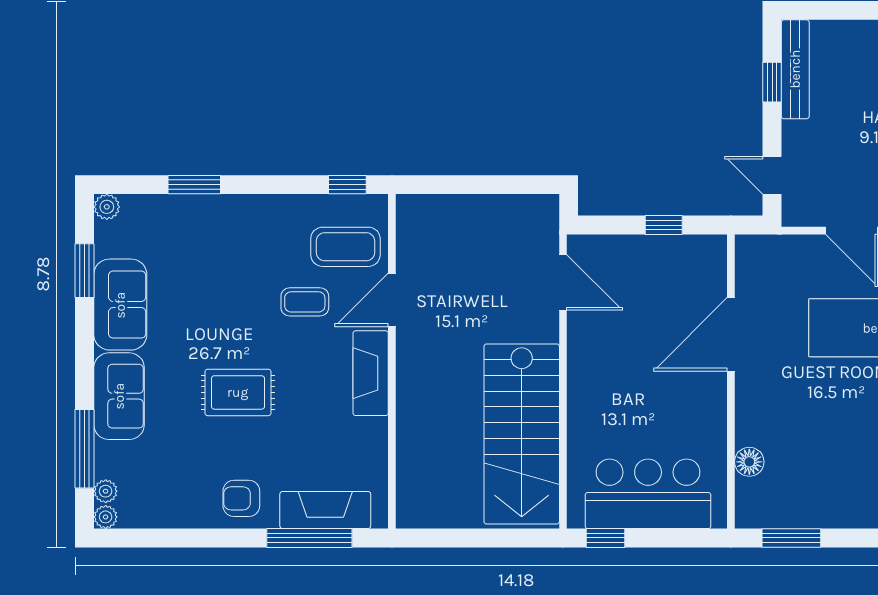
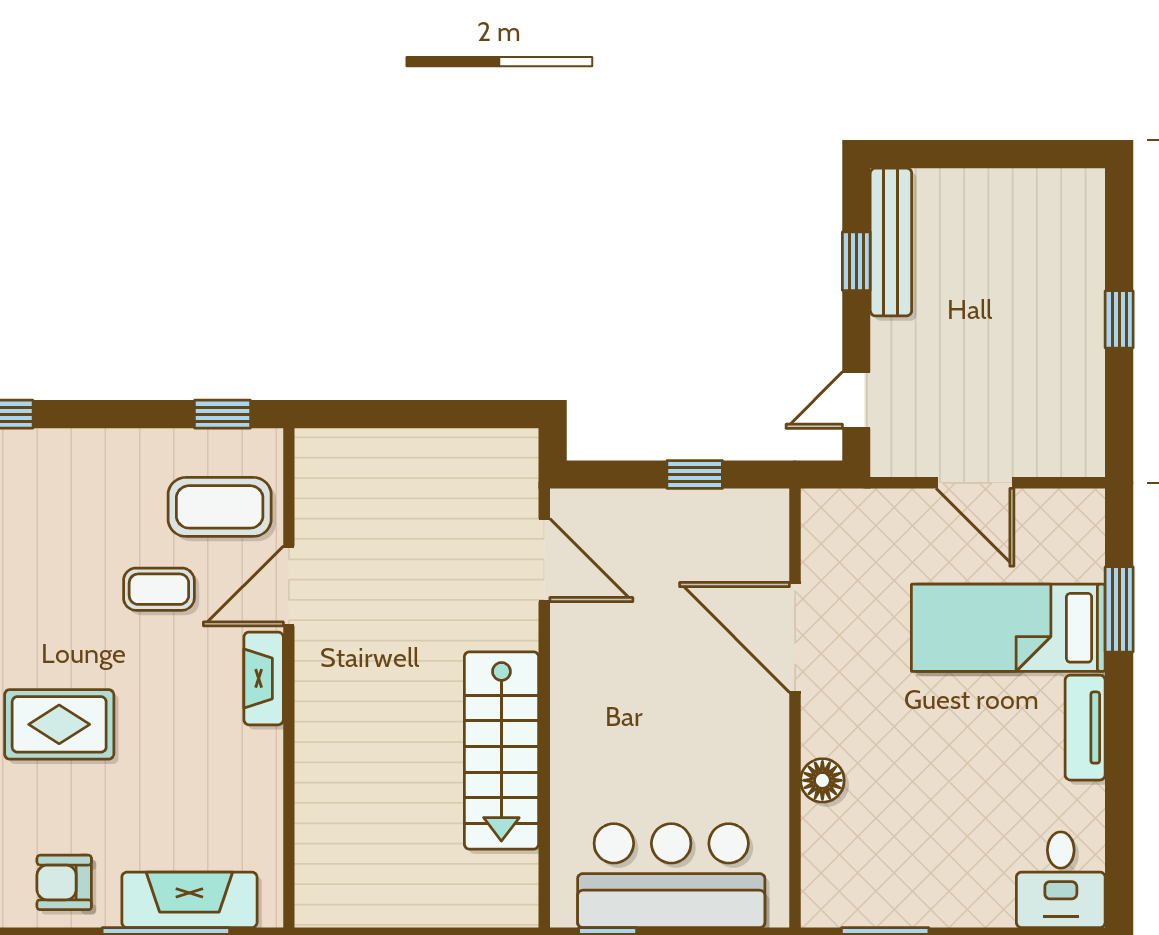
door: (772, 175) -> (856, 400), hinge flipped
door: (731, 334) -> (795, 637), hinge flipped
fireplace: (371, 373) -> (264, 678), width x0.73, depth x0.76
stairs: (522, 434) -> (501, 750), width x0.73, depth x0.66
floor lamp: (749, 462) -> (822, 780), moved

